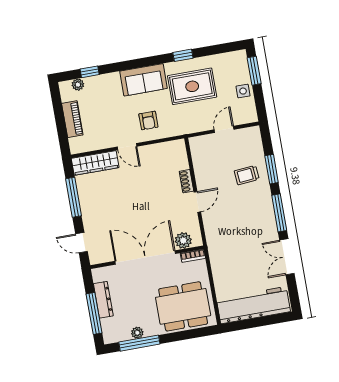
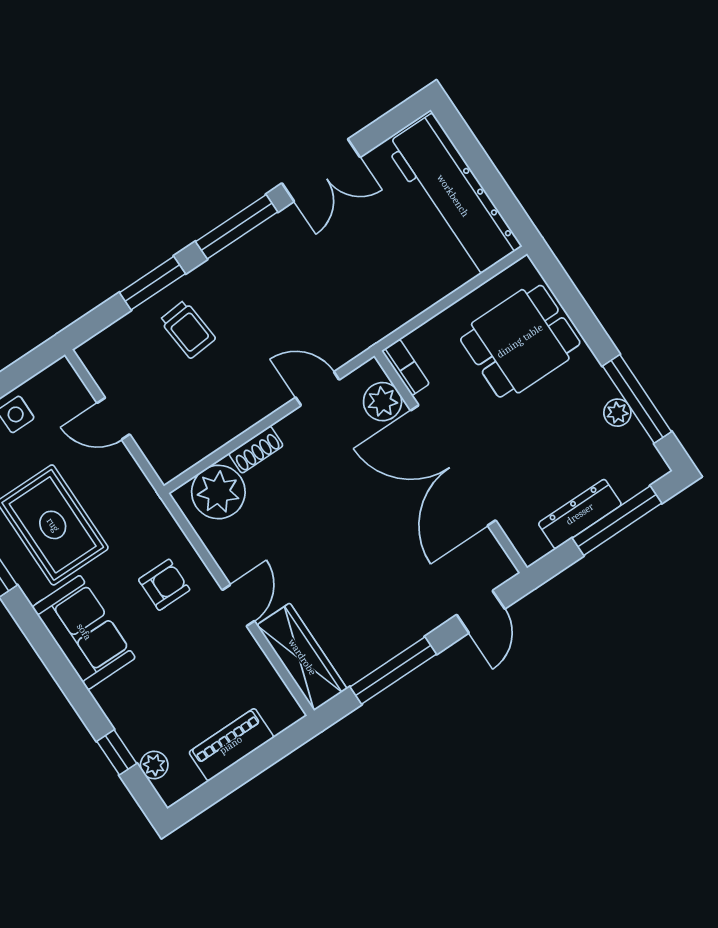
plant: (176, 159) -> (218, 492), added
door: (197, 202) -> (317, 389), moved
dining table: (183, 306) -> (520, 341), width x0.73

